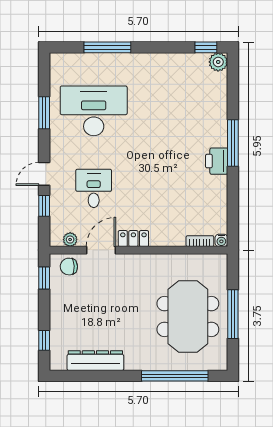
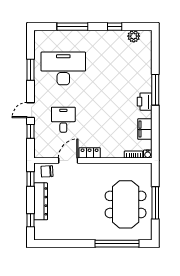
window: (206, 47) -> (115, 27), moved
plant: (218, 62) -> (134, 36), moved
filing cabinet: (217, 202) -> (145, 129), added
plant: (70, 240) -> (48, 154), removed
dresser: (95, 361) -> (41, 201), moved, turned 90

